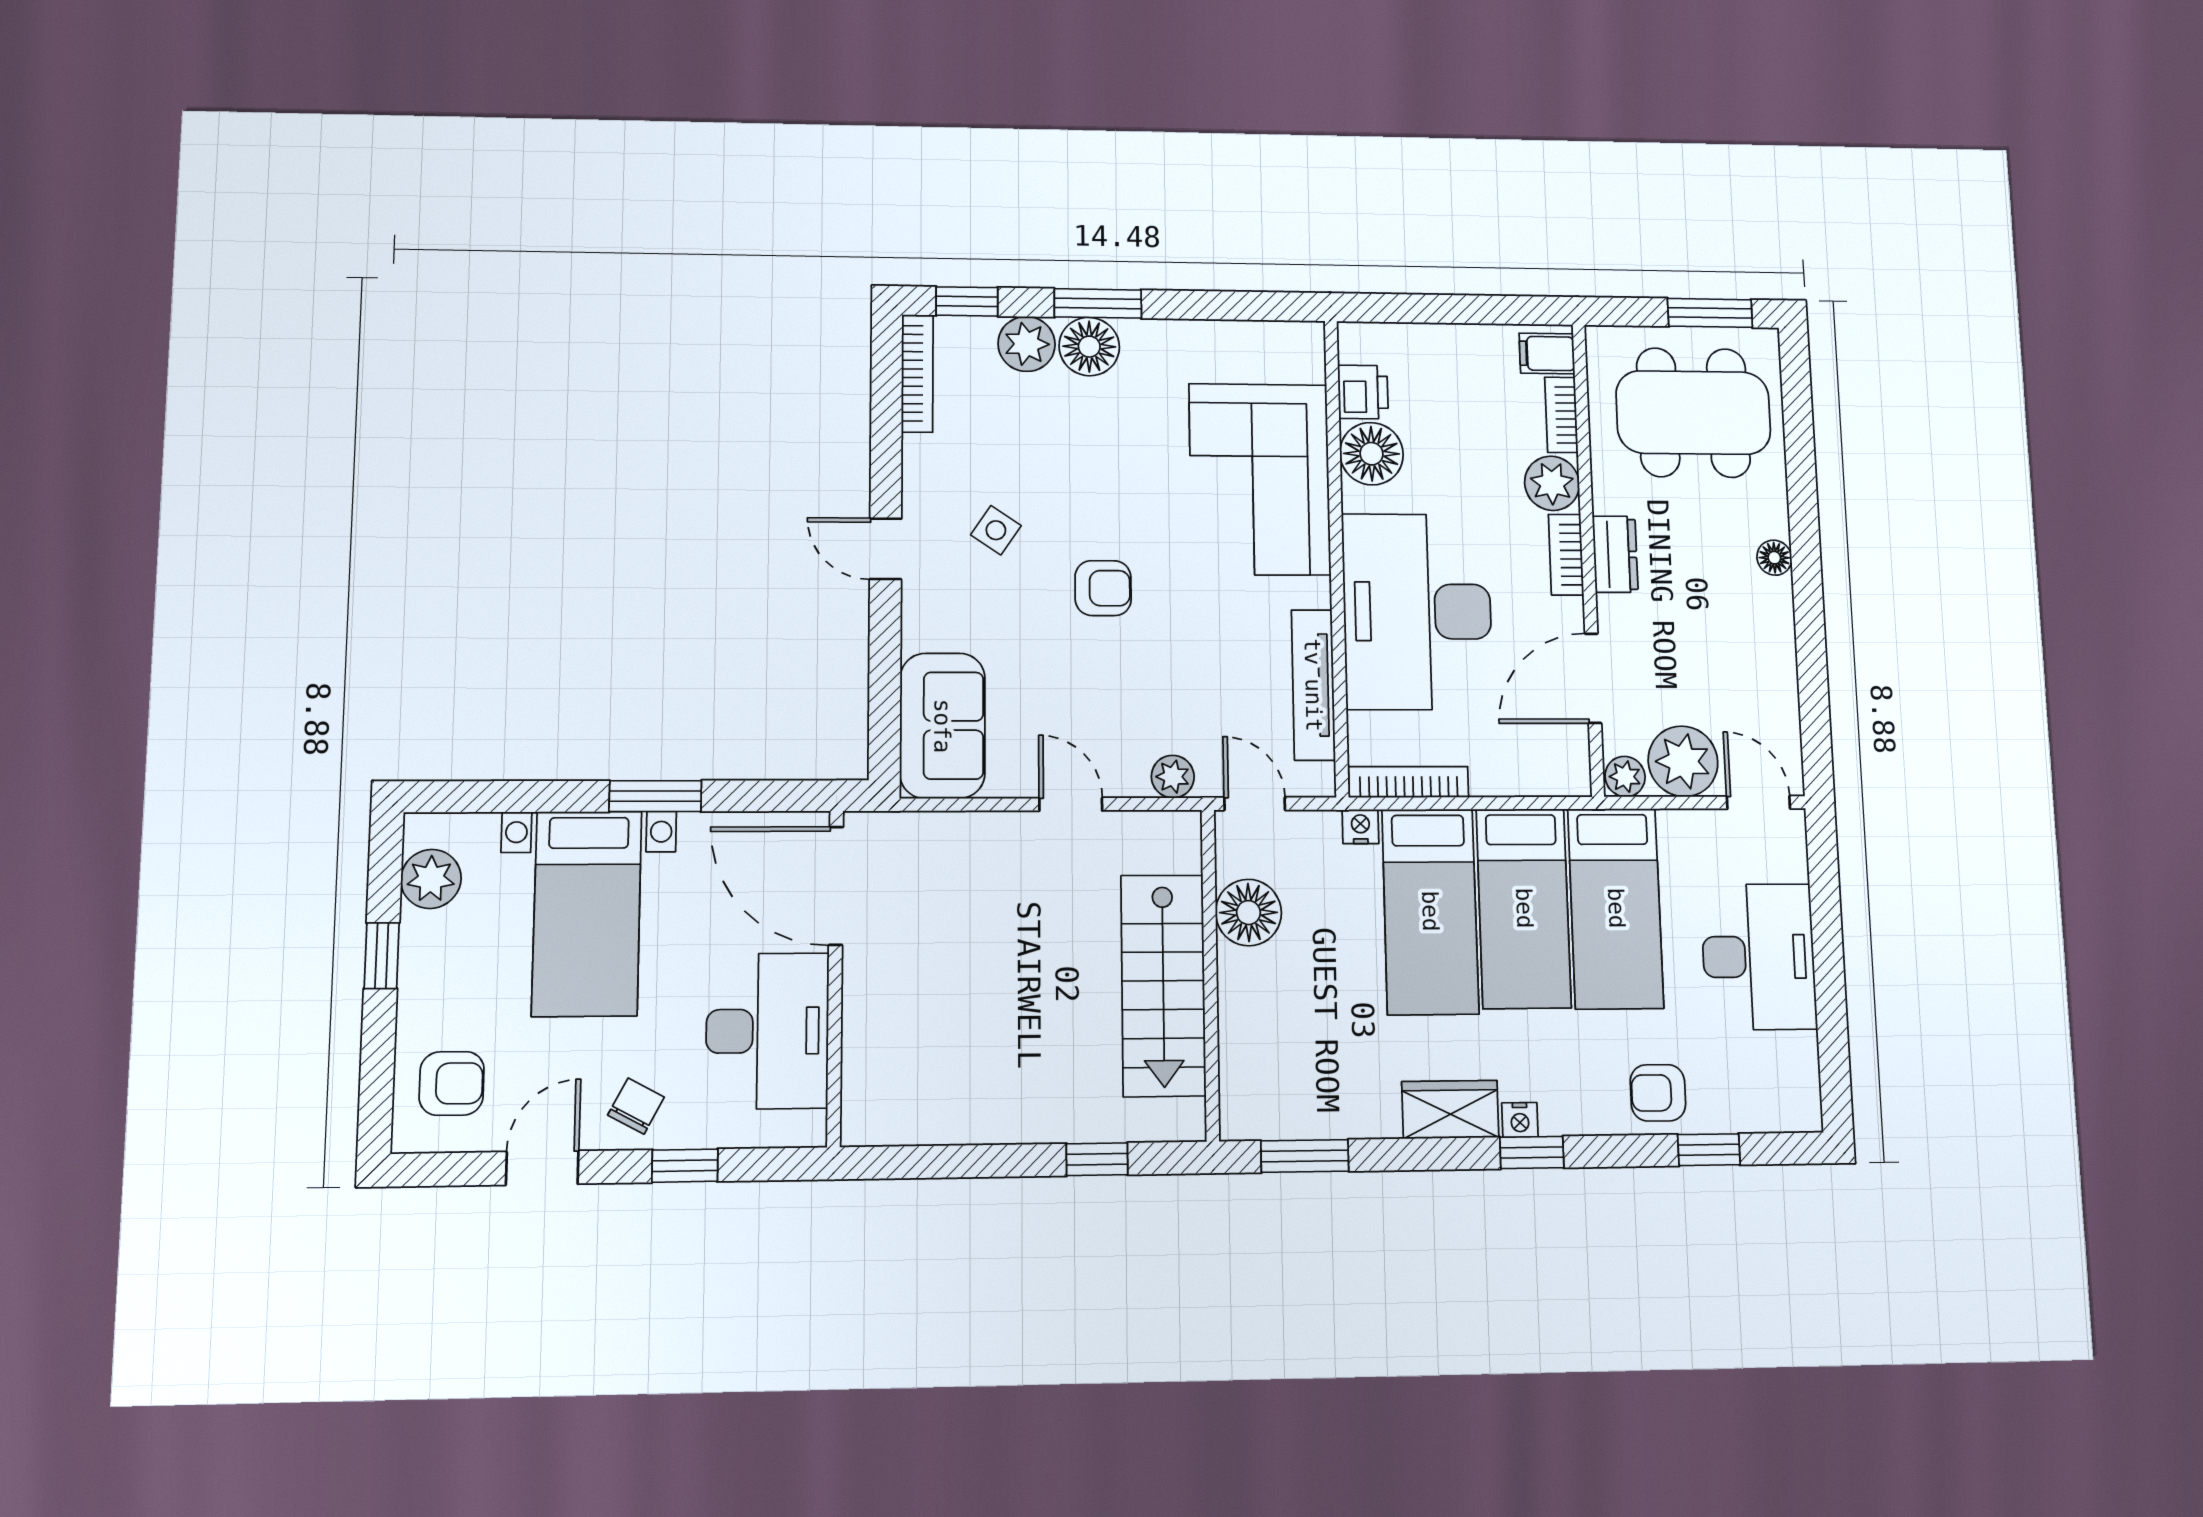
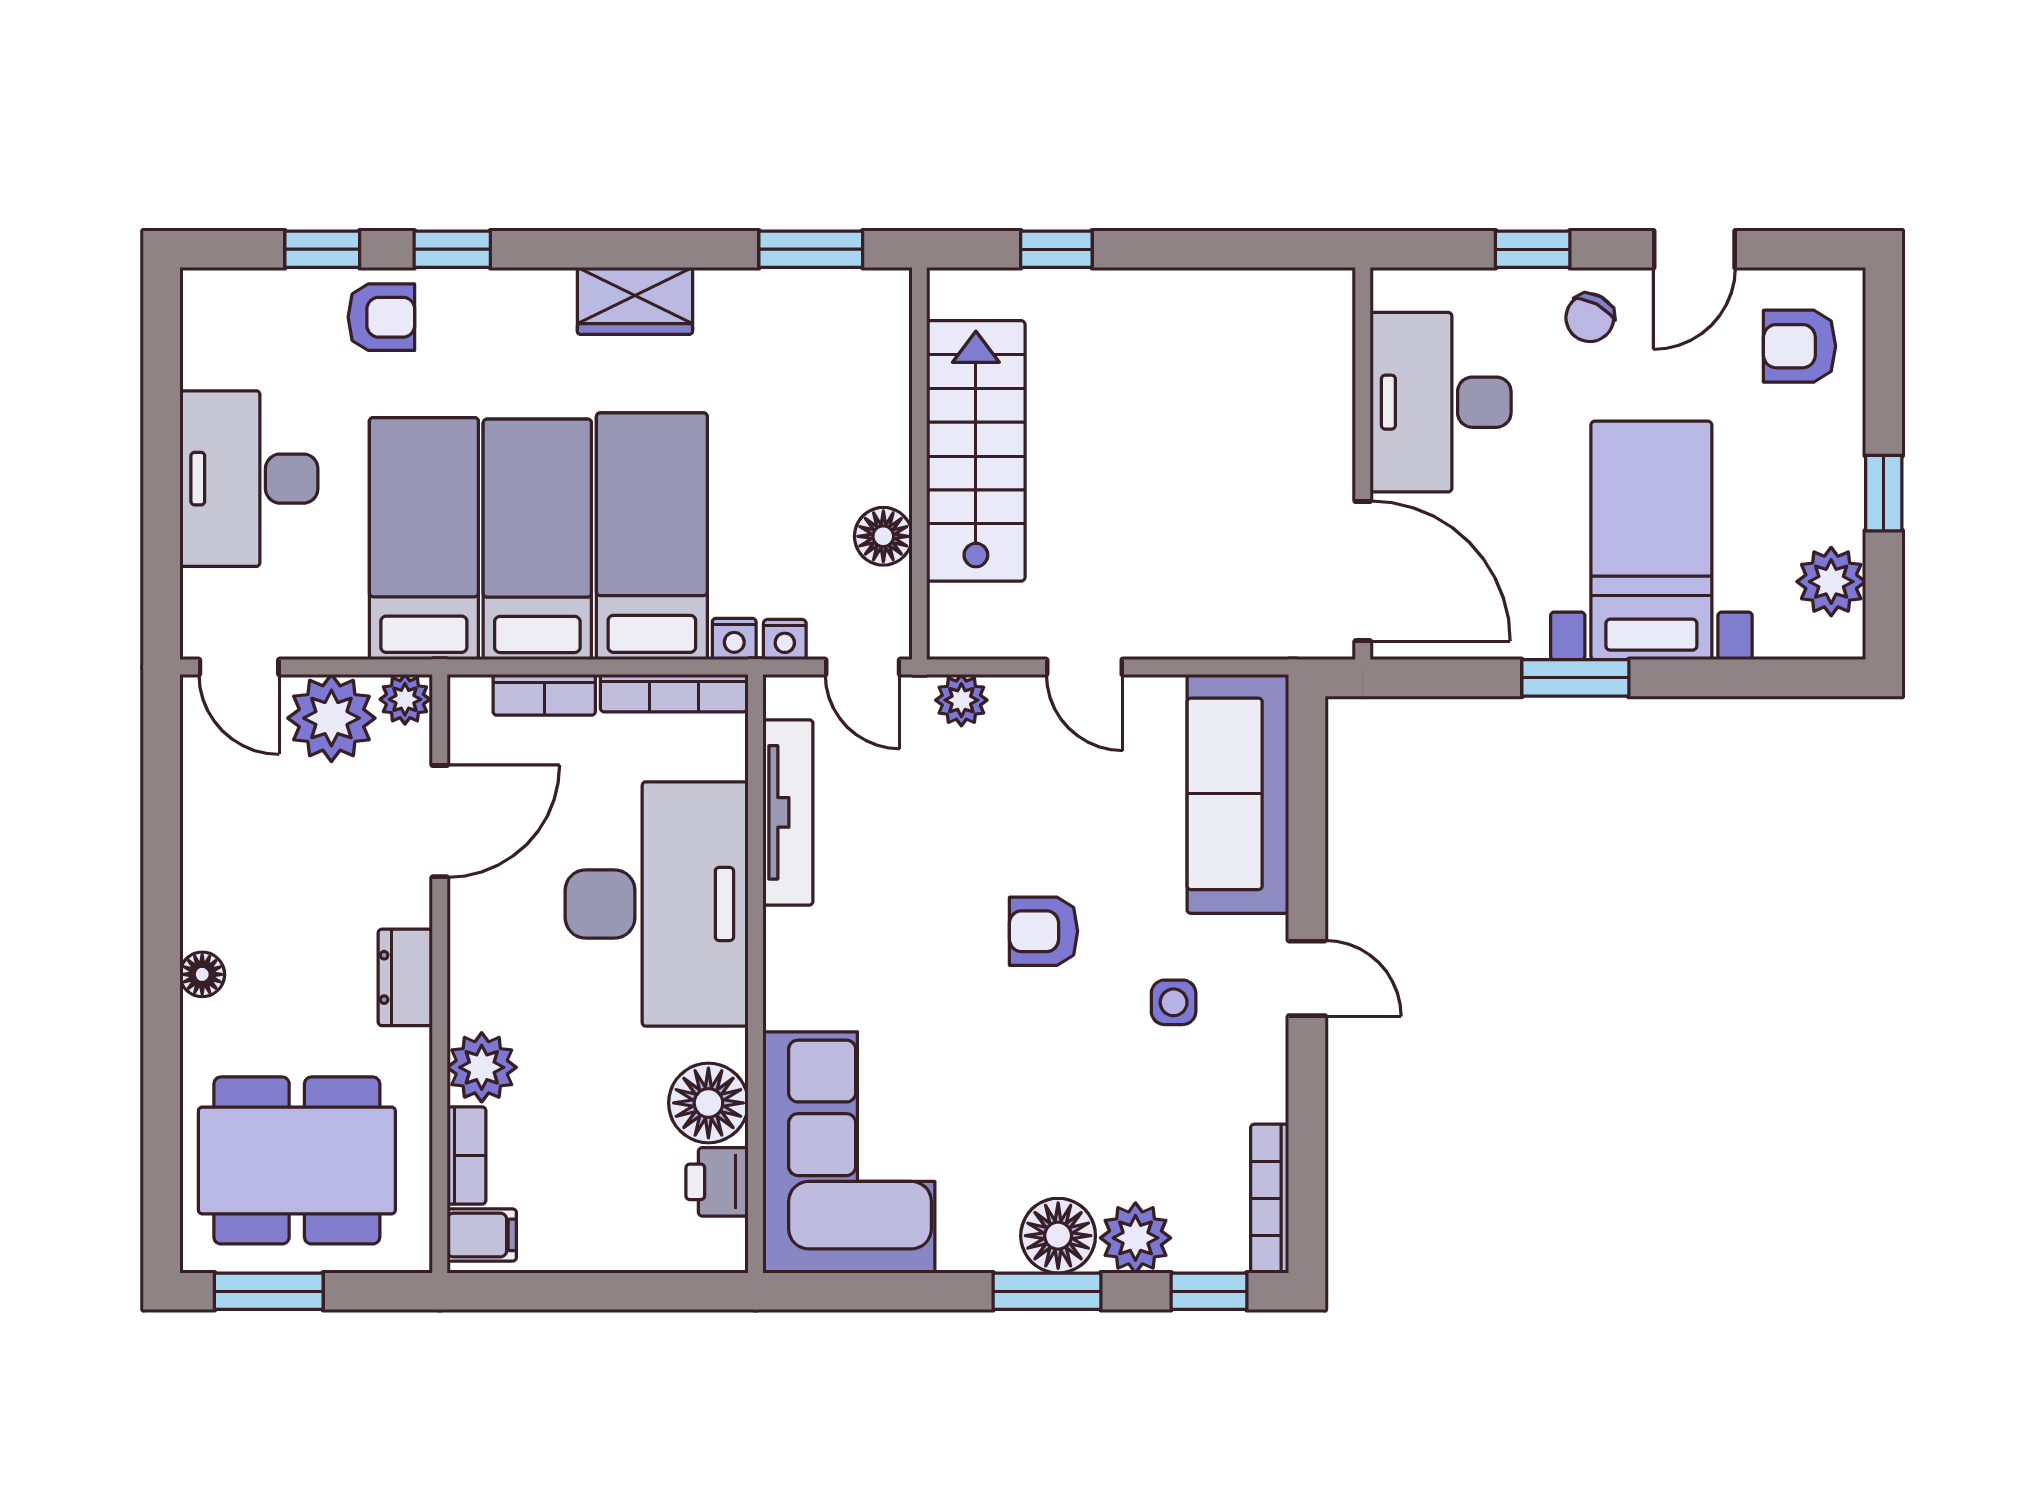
corner sofa: (1260, 479) -> (849, 1152), moved
side table: (996, 530) -> (1174, 1002), turned -34
bookcase: (1566, 555) -> (544, 695), moved, turned 90
sofa: (942, 726) -> (1238, 794), width x1.36
floor lamp: (1248, 913) -> (883, 536), width x0.73, depth x0.73
nightstand: (1520, 1120) -> (785, 640), moved, turned 180
window: (1532, 1152) -> (452, 249), moved

